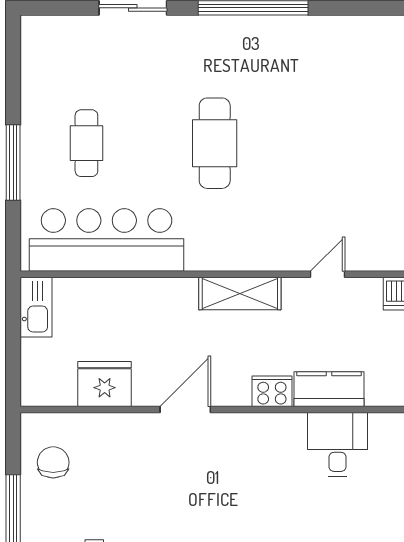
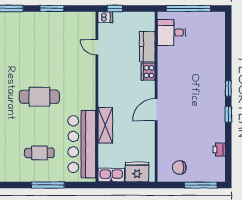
shelving: (240, 293) -> (105, 125), moved
fridge: (105, 384) -> (137, 172), moved, turned 90
door: (185, 409) -> (156, 110), hinge flipped
desk: (337, 444) -> (171, 32), moved

